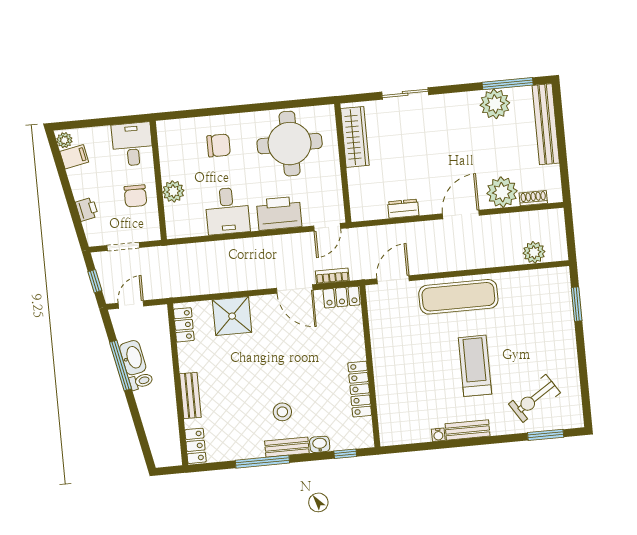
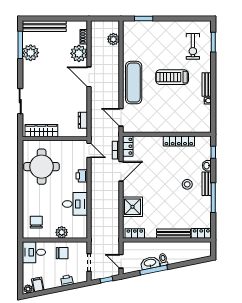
chair: (219, 145) -> (36, 222), moved
dresser: (403, 209) -> (83, 120), moved
printer: (279, 213) -> (82, 176), width x0.53, depth x0.68
bench: (190, 395) -> (174, 234), width x1.36
exercise bike: (534, 398) -> (193, 46), turned 33

